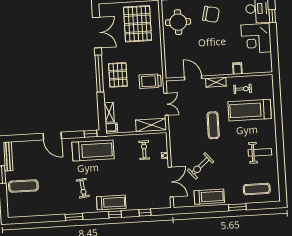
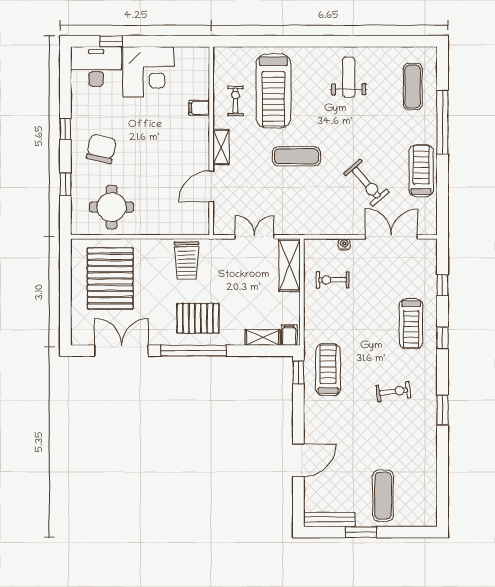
pallet: (138, 24) -> (110, 278), turned 90
trolley: (150, 81) -> (187, 260), moved
door: (52, 136) -> (298, 460), moved
treadmill: (93, 151) -> (328, 370), width x0.73, depth x0.73
treadmill: (111, 202) -> (411, 324), moved, turned 180
window: (237, 207) -> (442, 122), width x2.11

